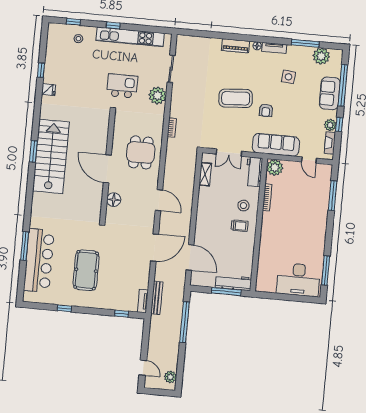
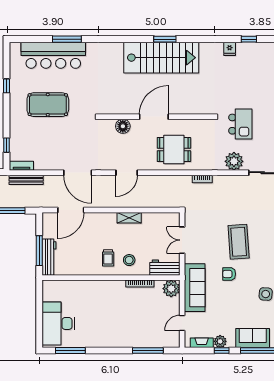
shelving: (205, 174) -> (129, 218), moved

